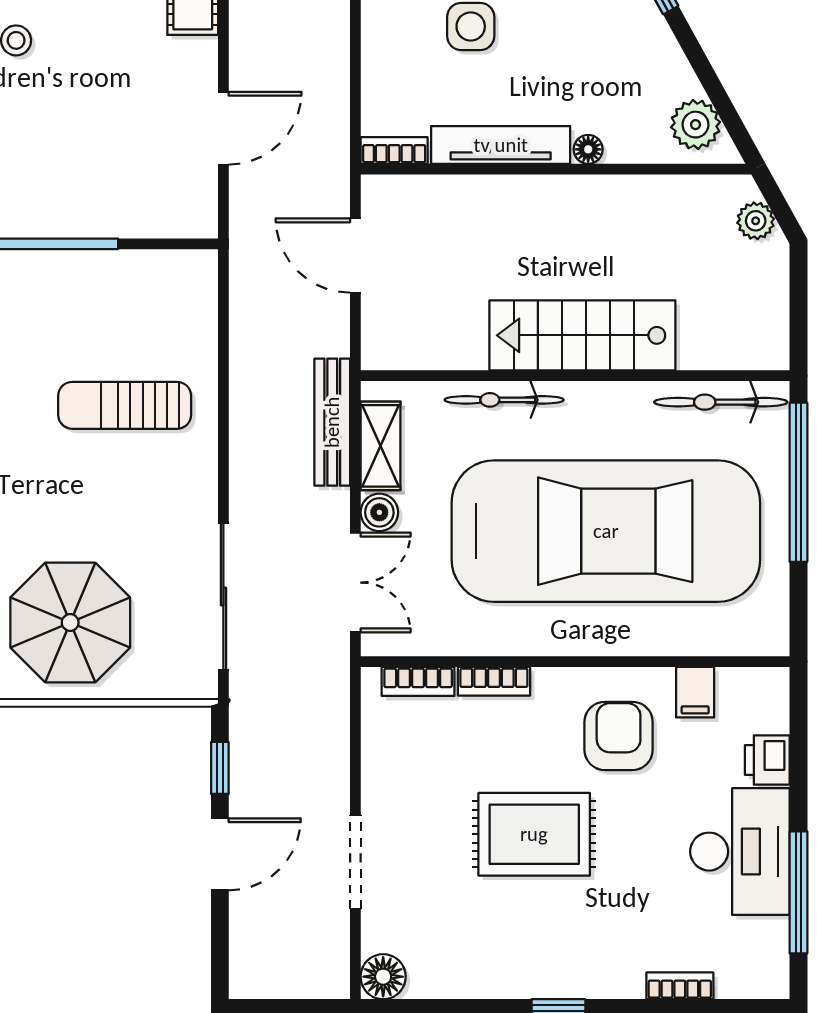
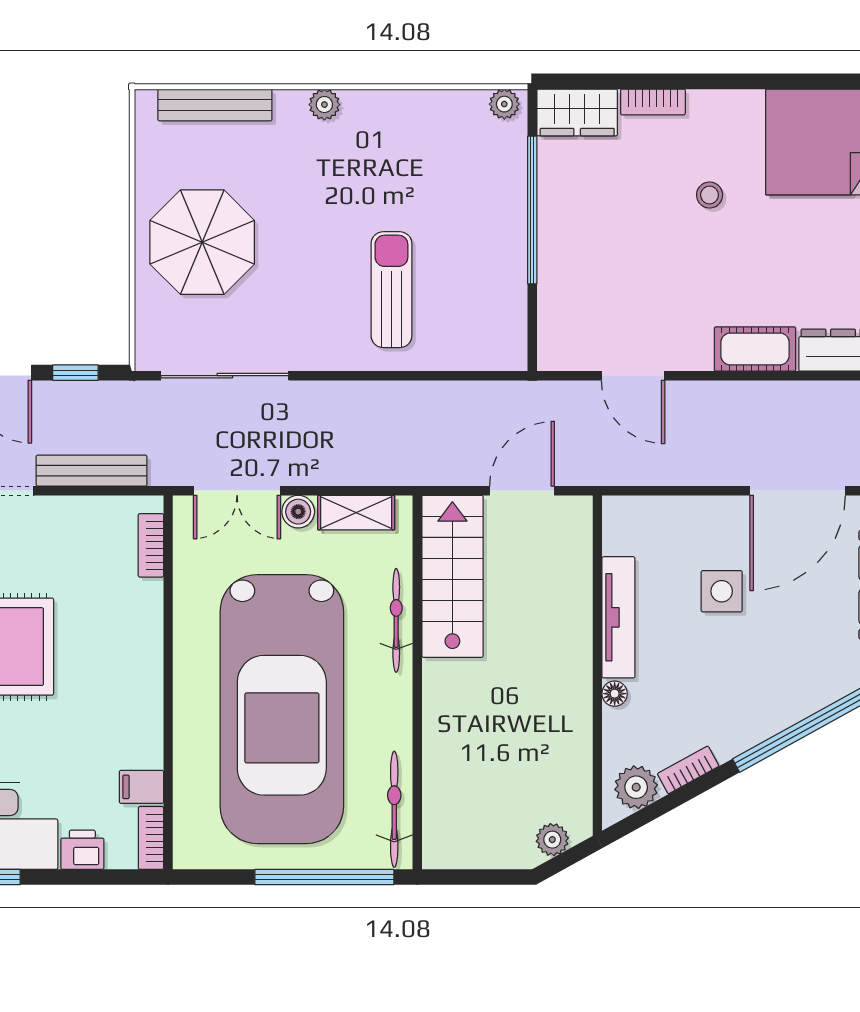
bookcase: (394, 150) -> (688, 770), moved, turned -119
stairs: (582, 335) -> (452, 576), moved
bench: (332, 422) -> (92, 471), moved
bookcase: (494, 681) -> (151, 838), moved
armchair: (619, 736) -> (103, 720), removed

